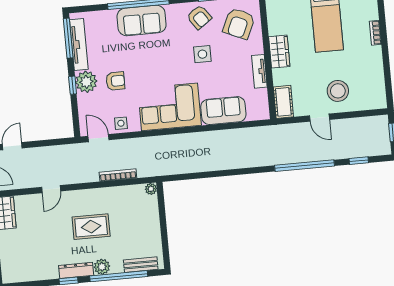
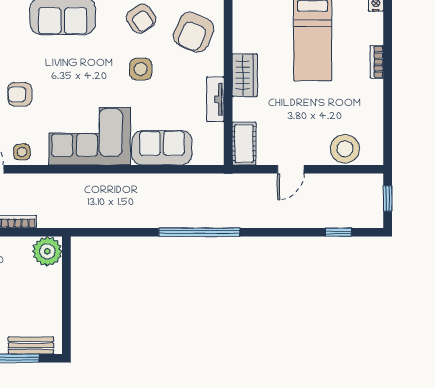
armchair: (115, 81) -> (20, 94), turned 180
stool: (338, 91) -> (345, 149), moved
door: (319, 118) -> (291, 169), hinge flipped
window: (304, 166) -> (199, 232), moved
plant: (151, 189) -> (47, 251), width x1.88, depth x1.88

